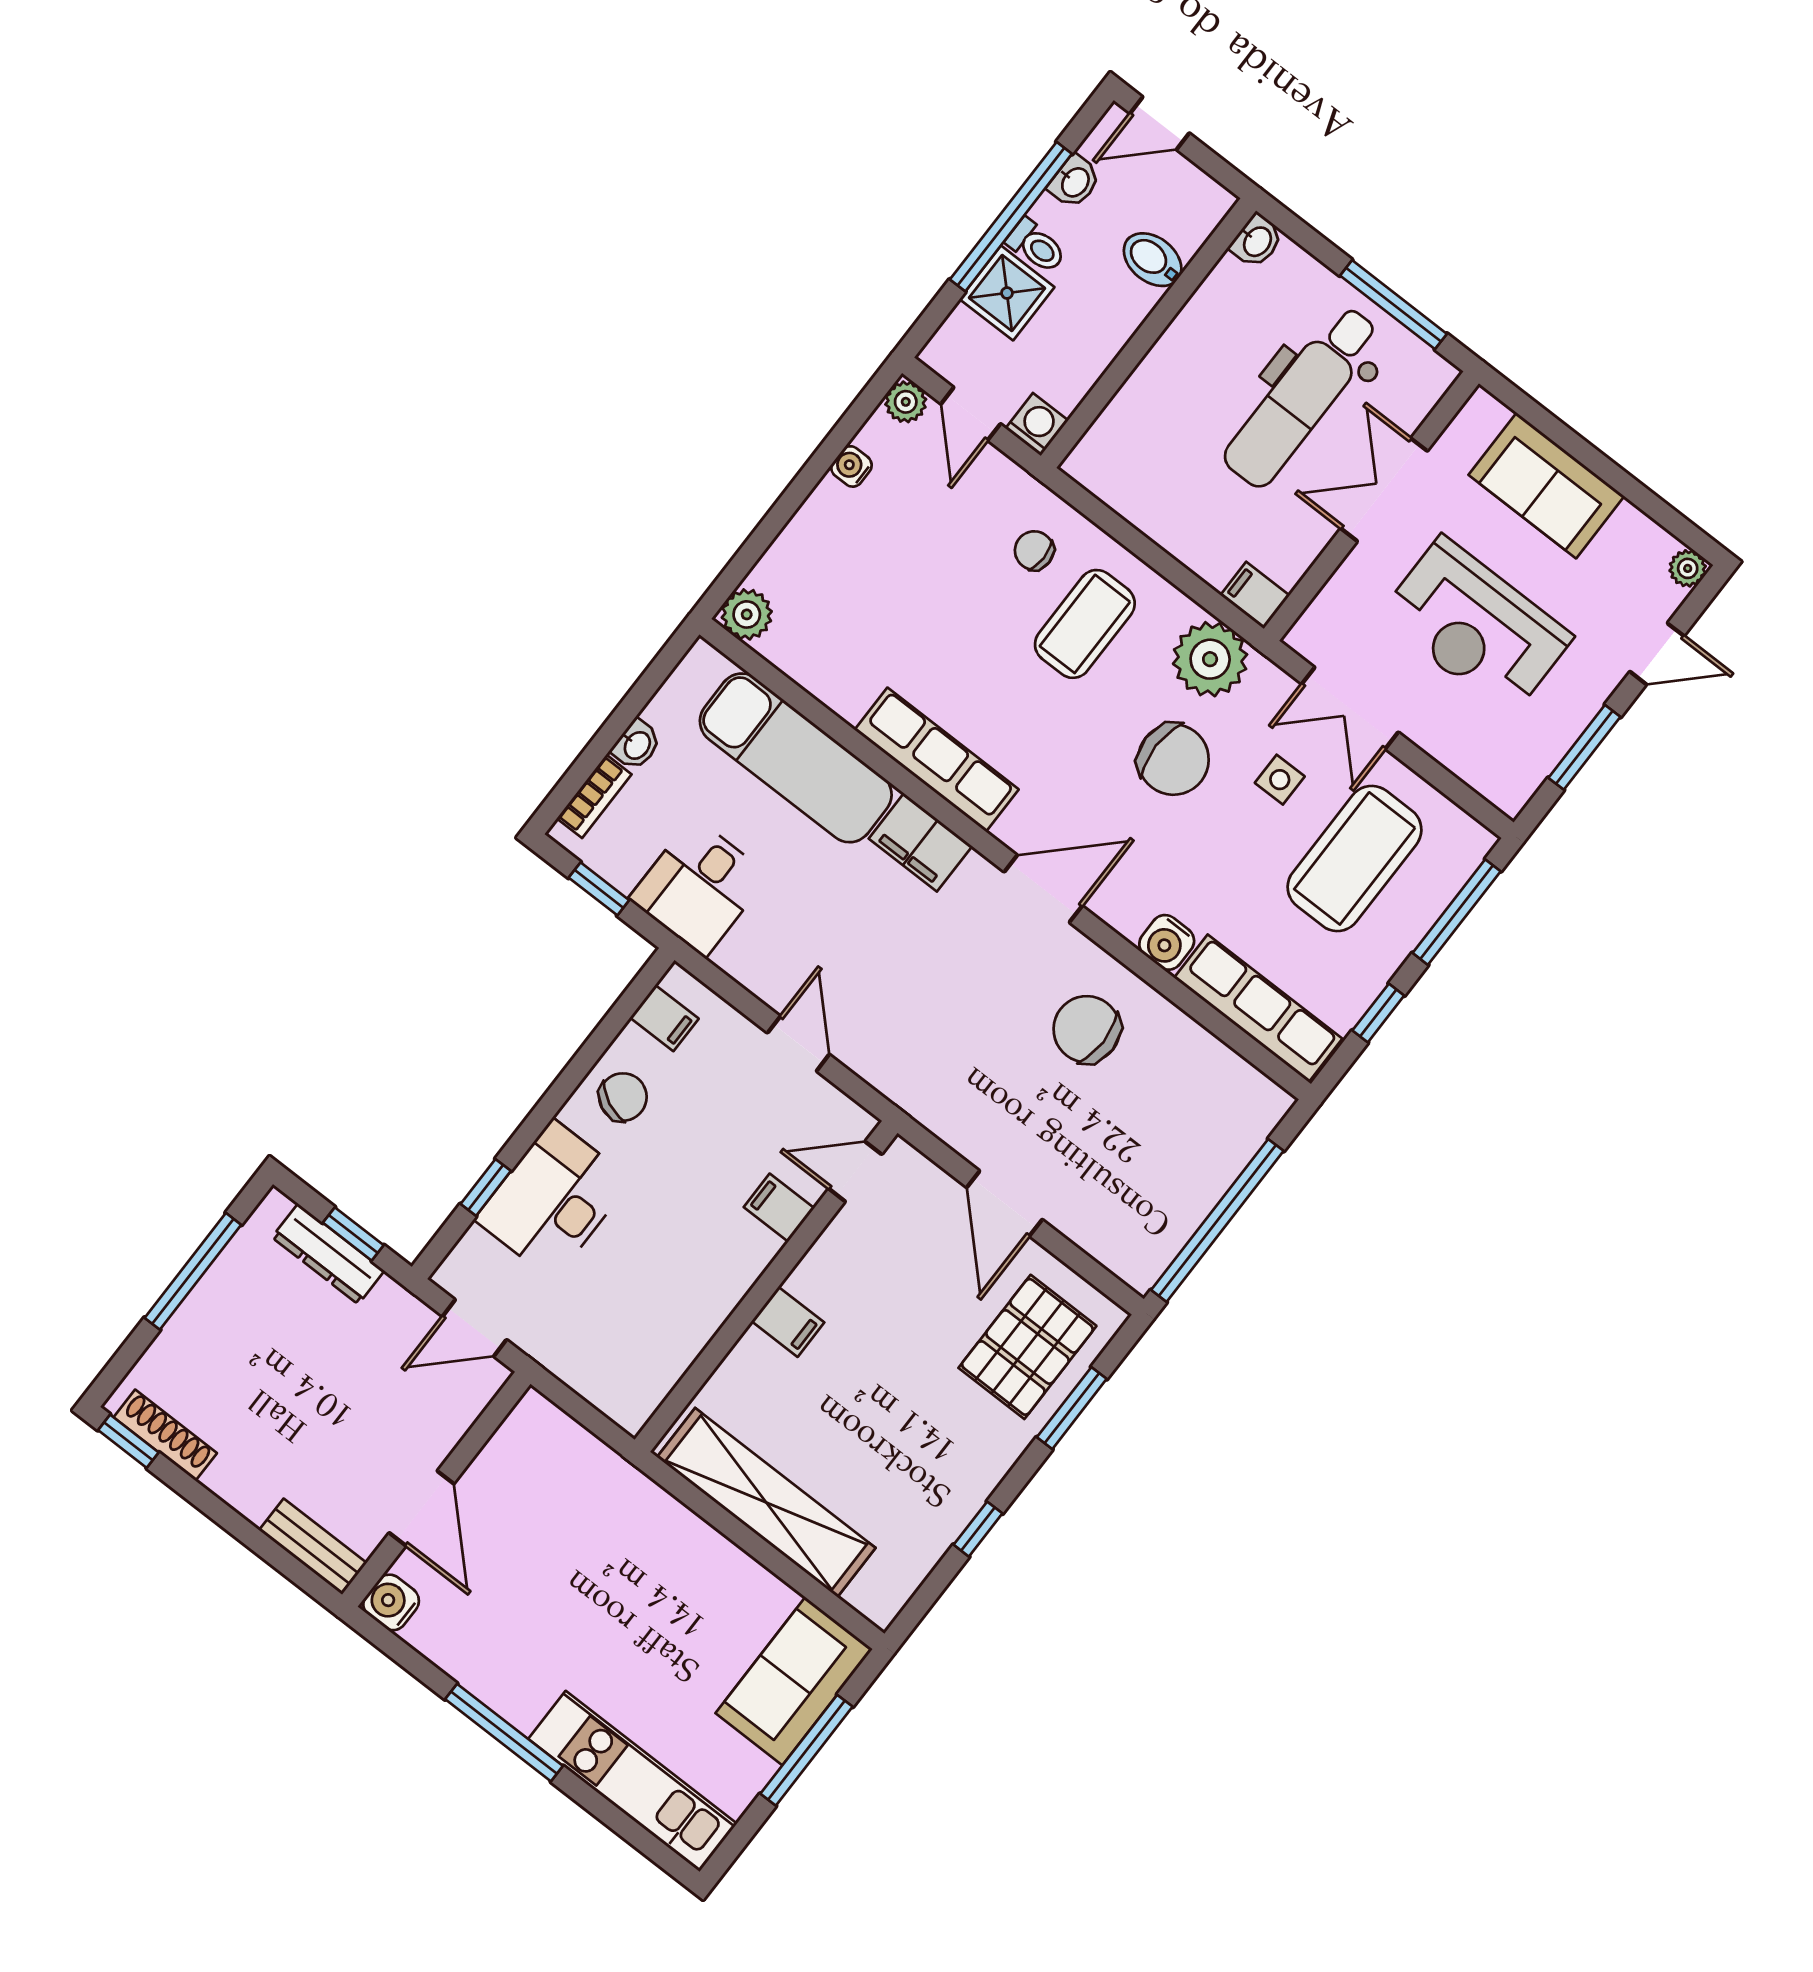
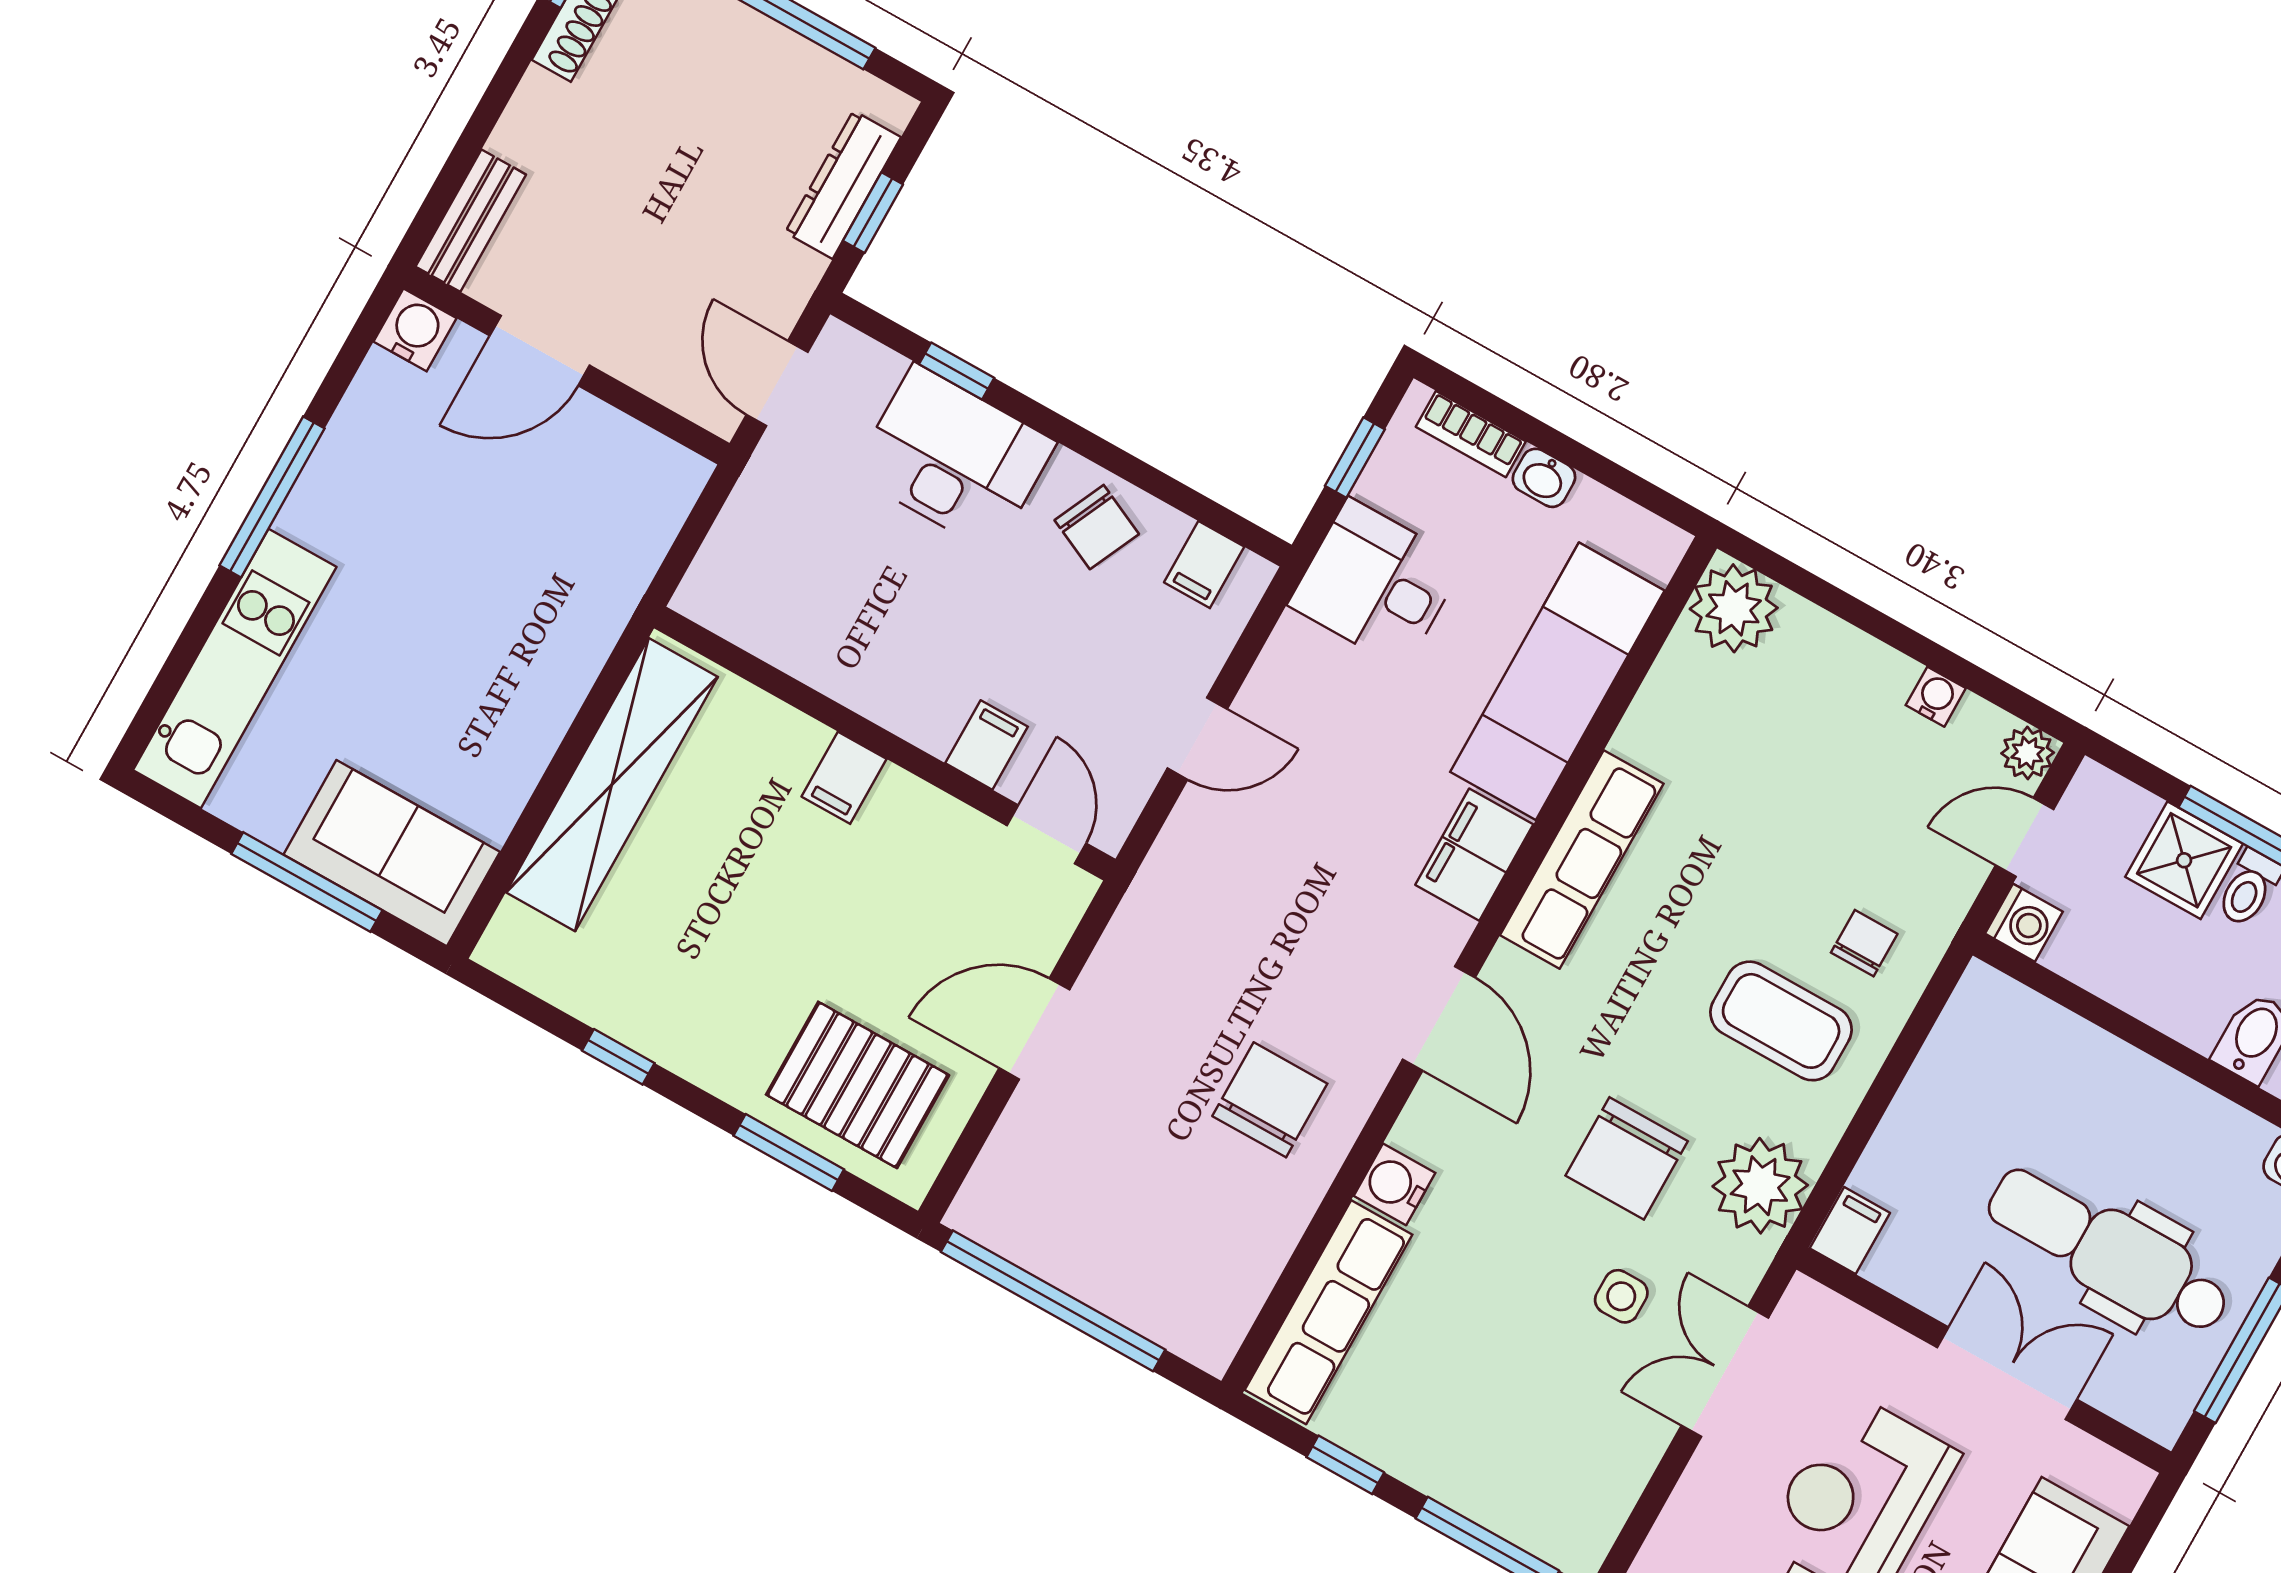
plant: (747, 614) -> (1734, 608), width x1.36, depth x1.36
coffee table: (1355, 858) -> (1536, 1406), removed

